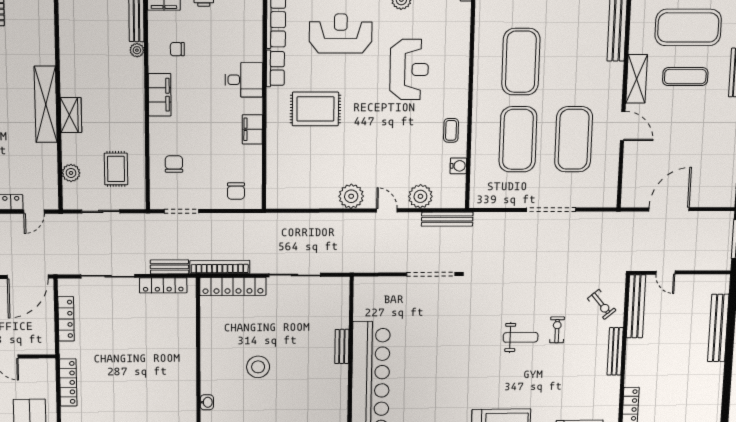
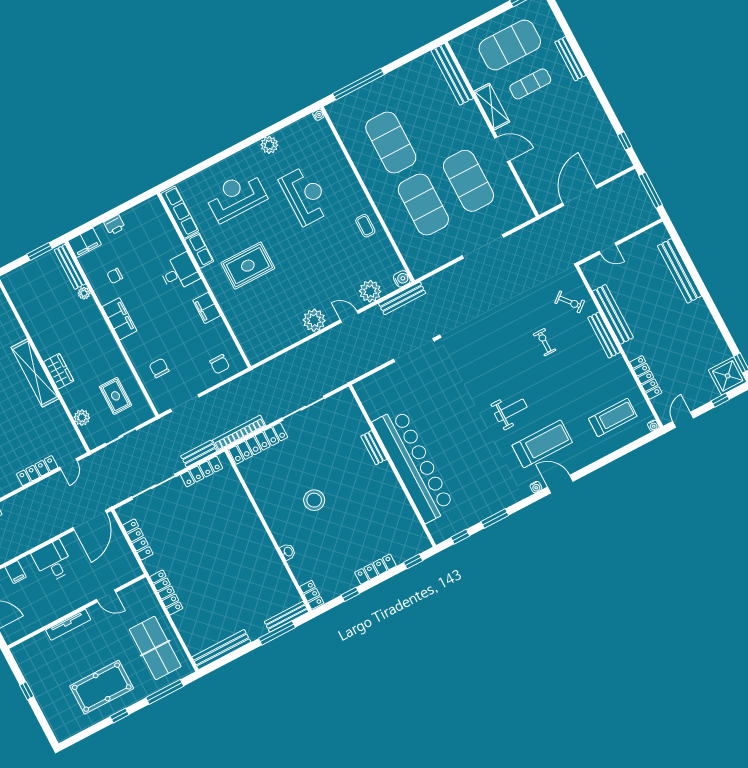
water cooler: (458, 166) -> (402, 279), moved
bench: (636, 306) -> (613, 314), moved
weight bench: (521, 337) -> (511, 410), moved

